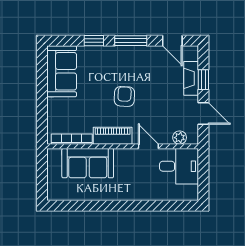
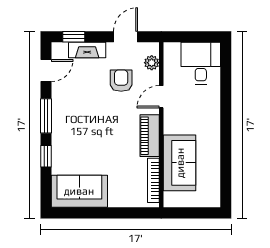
window: (203, 80) -> (74, 37), moved
armchair: (124, 96) -> (121, 81), moved, turned 87
desk: (179, 166) -> (201, 63), moved

